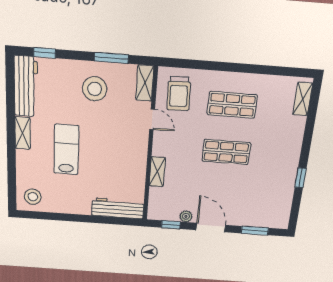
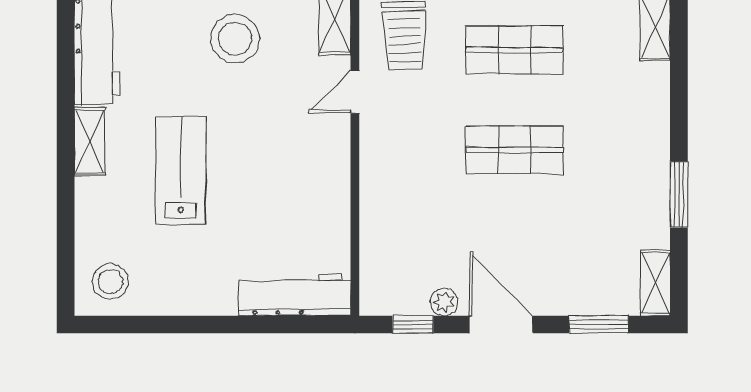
door: (152, 119) -> (355, 92), swing flipped
shelving: (157, 172) -> (655, 283), moved
window: (301, 178) -> (679, 195), width x1.50

